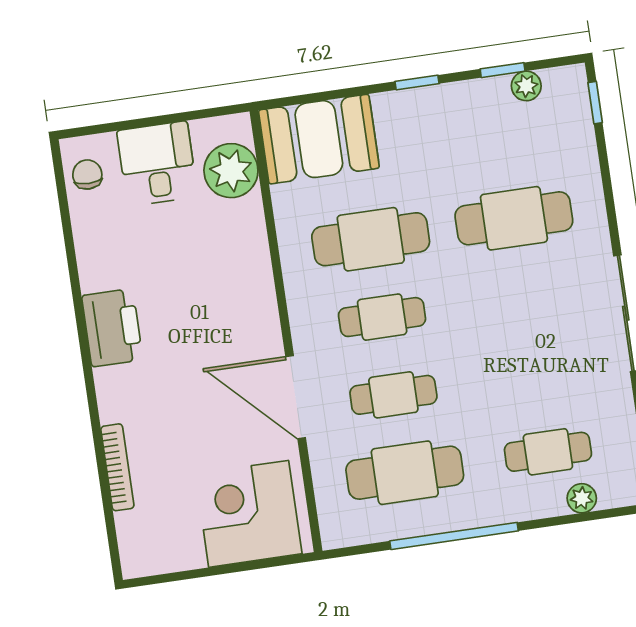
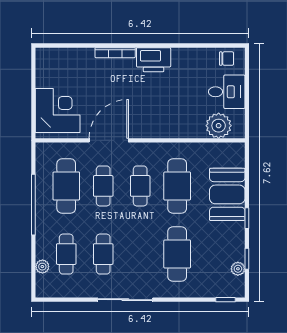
booth: (319, 139) -> (227, 194), moved
cafe table: (537, 374) -> (103, 254), added
bookcase: (117, 467) -> (115, 53), moved

